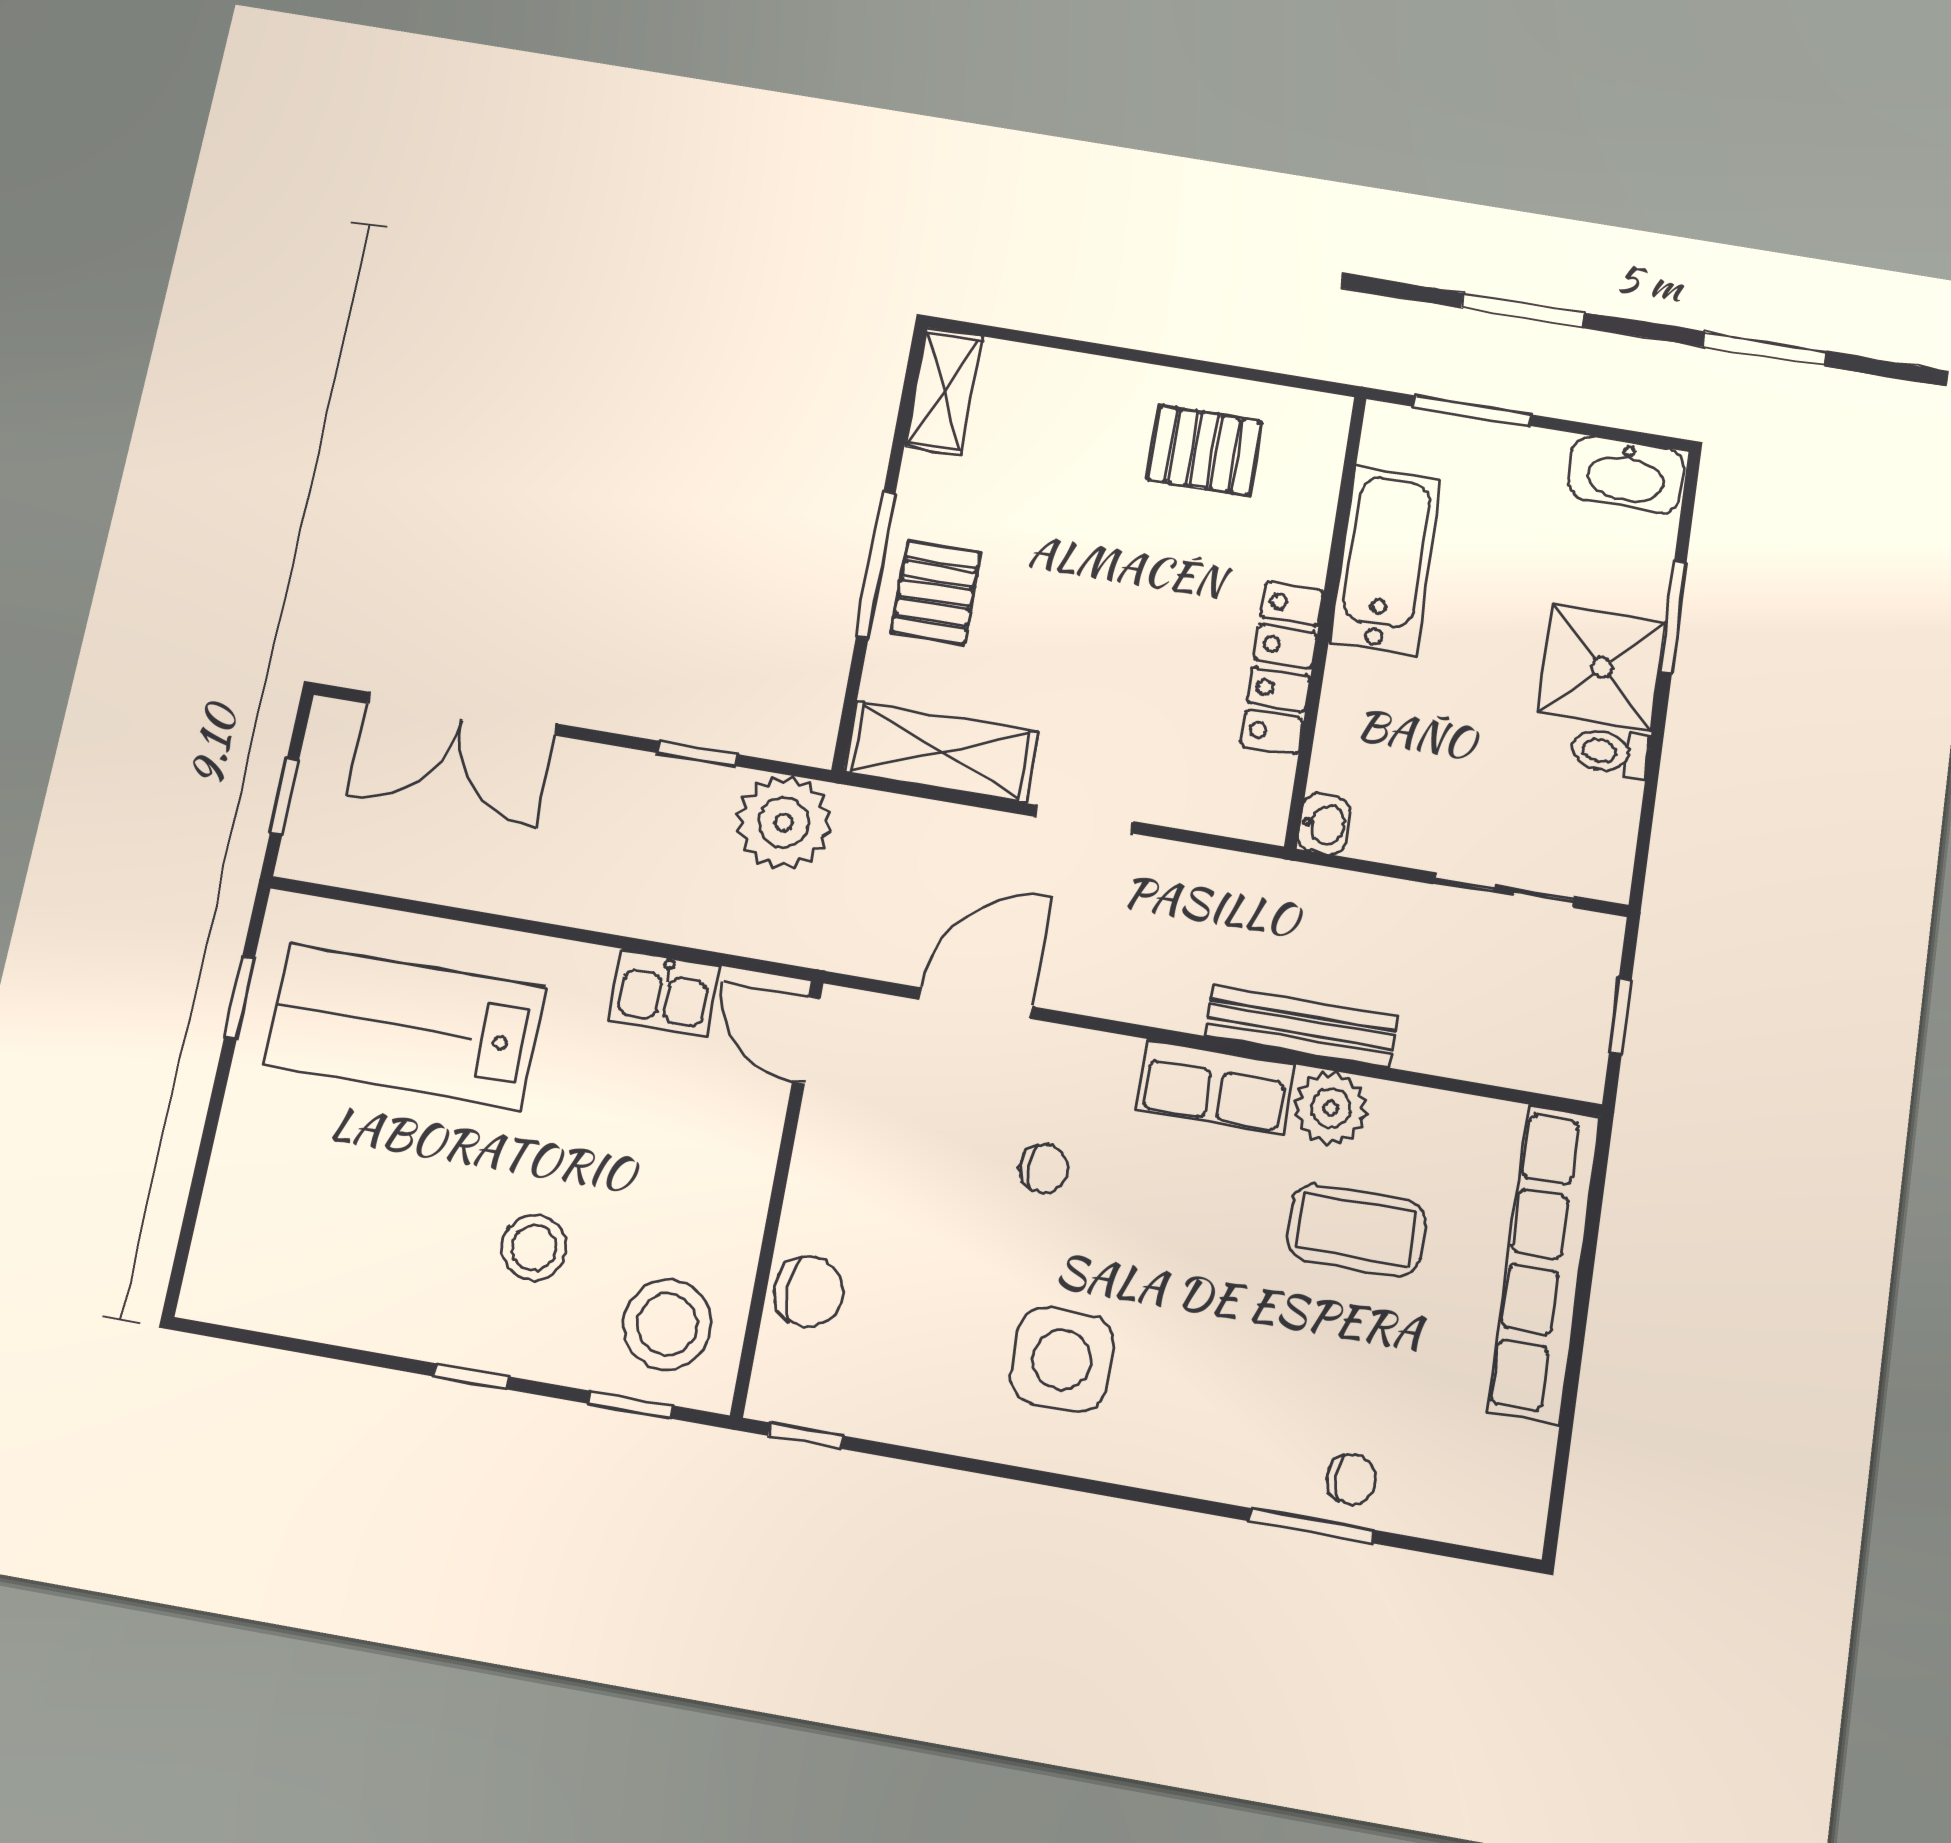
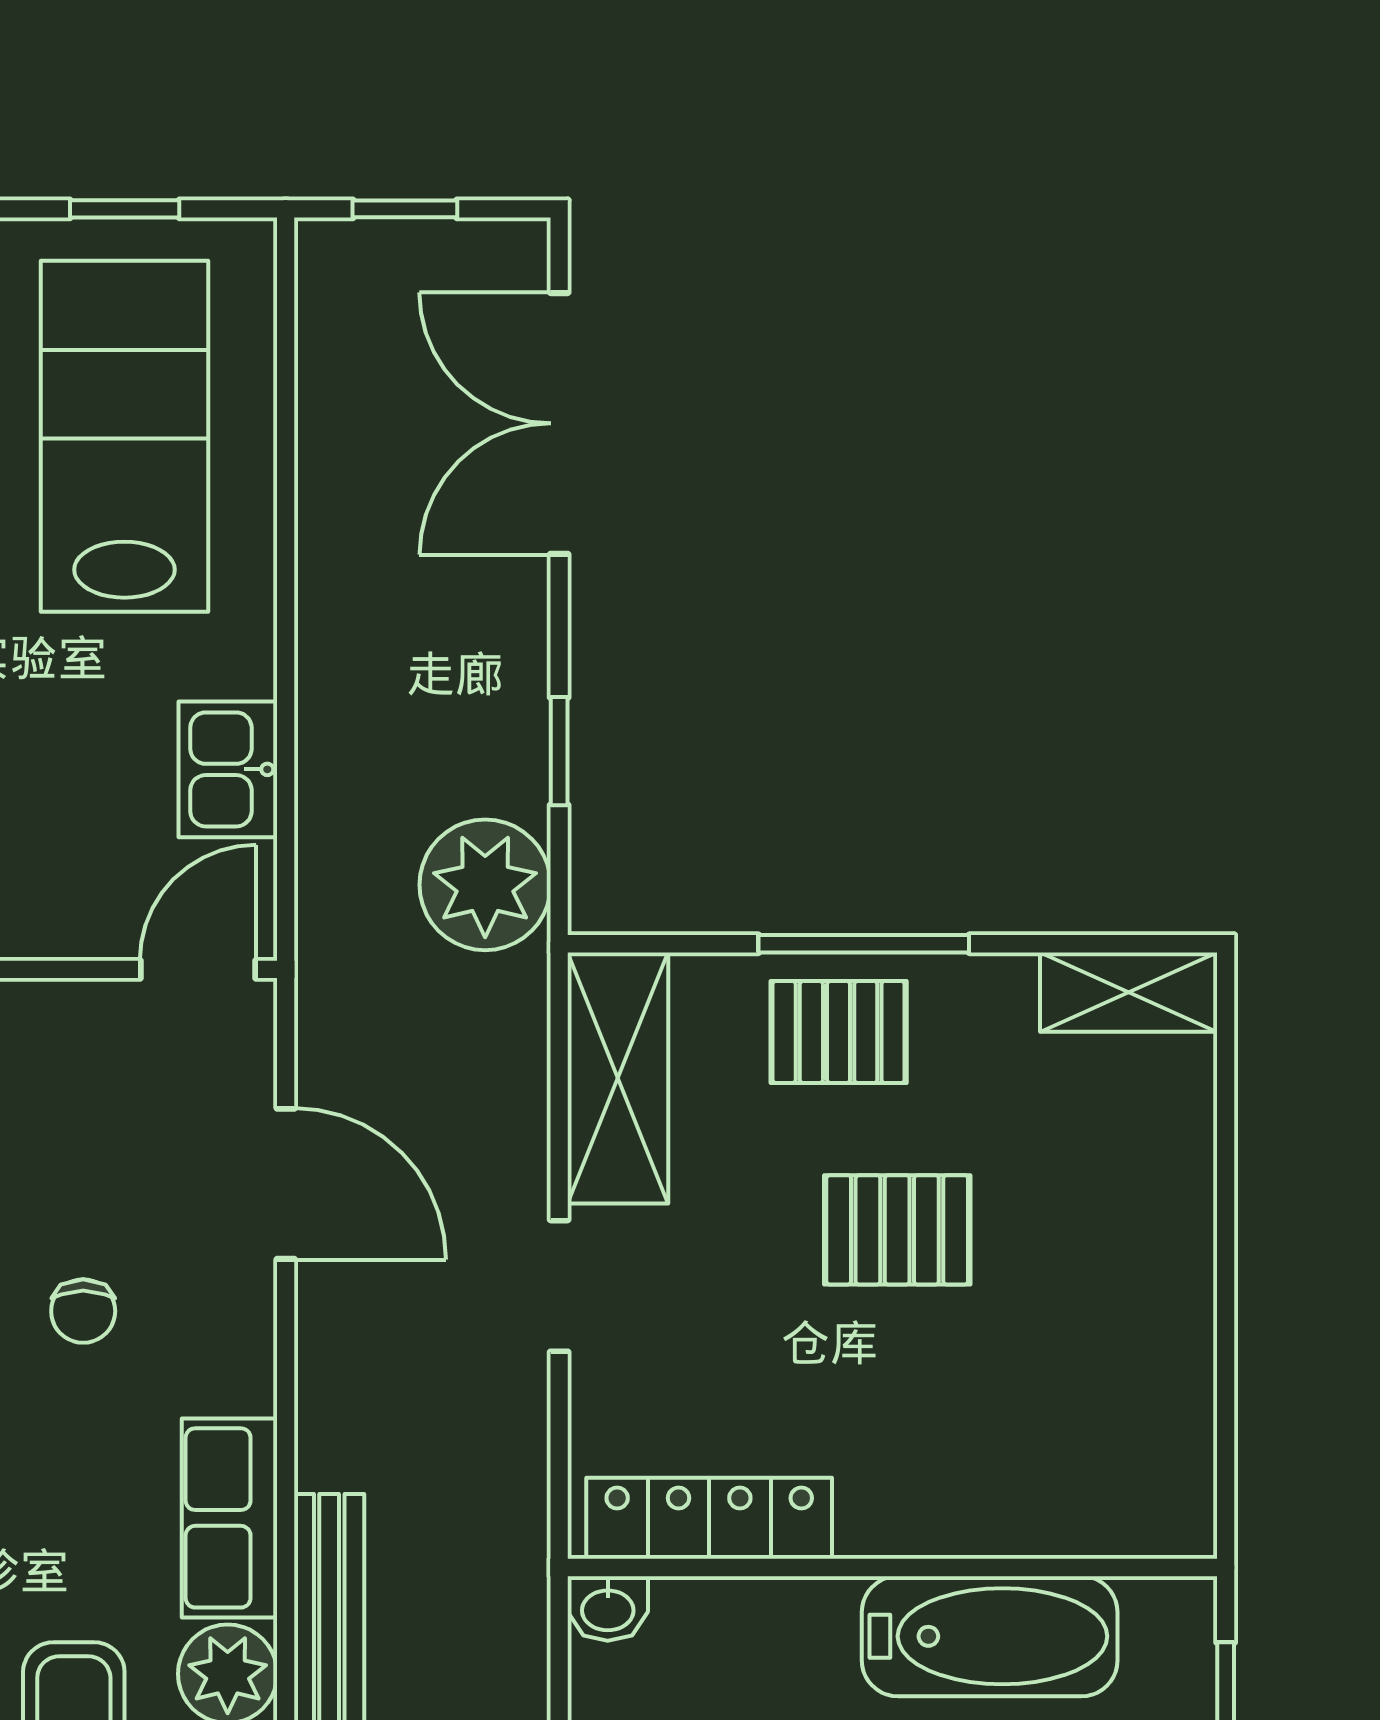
pallet: (1204, 450) -> (897, 1230), moved, turned 90
locker: (1282, 668) -> (709, 1518), moved

